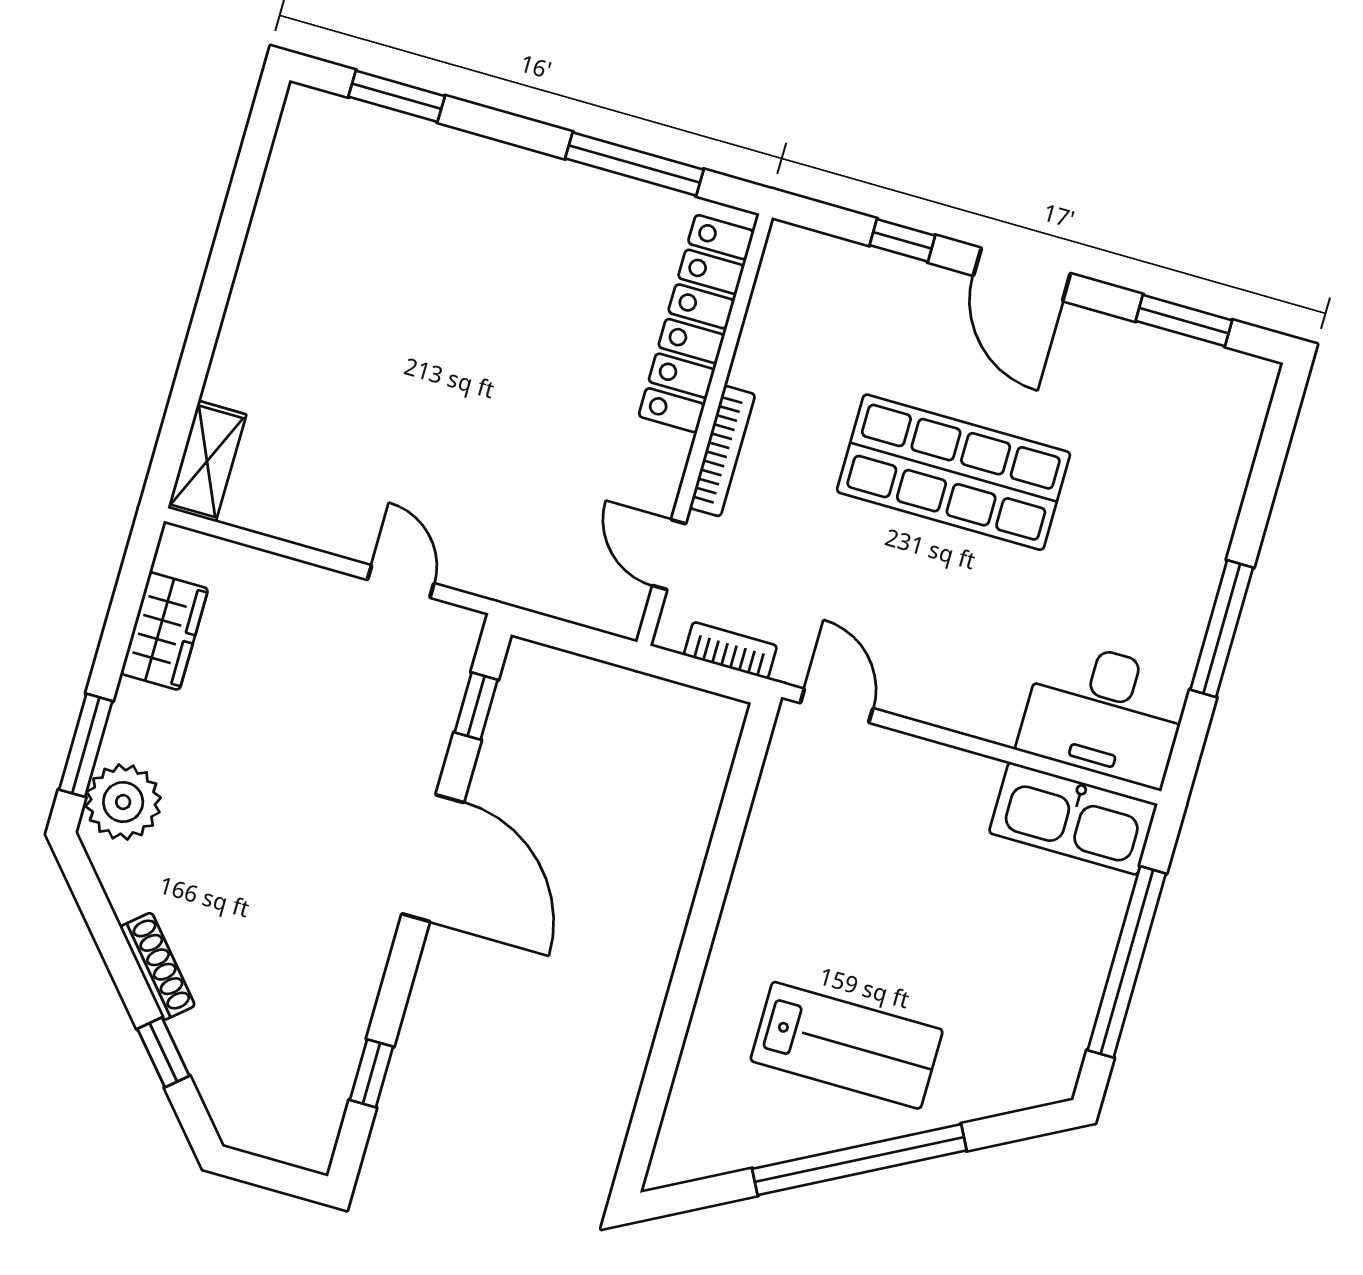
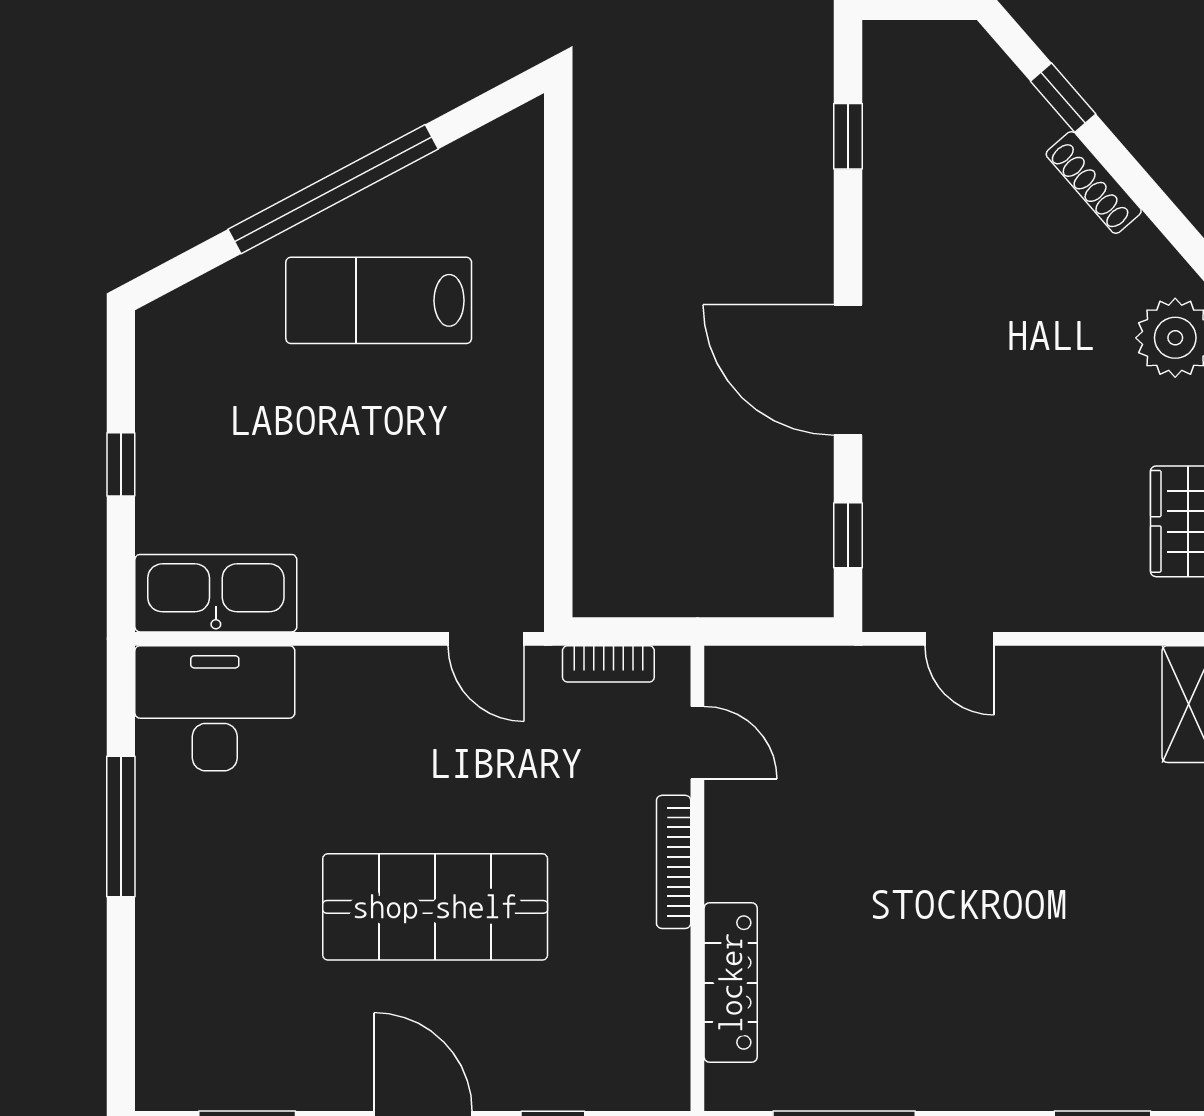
locker: (696, 324) -> (731, 983), width x0.71, depth x0.83
window: (1127, 962) -> (121, 464), width x0.32

